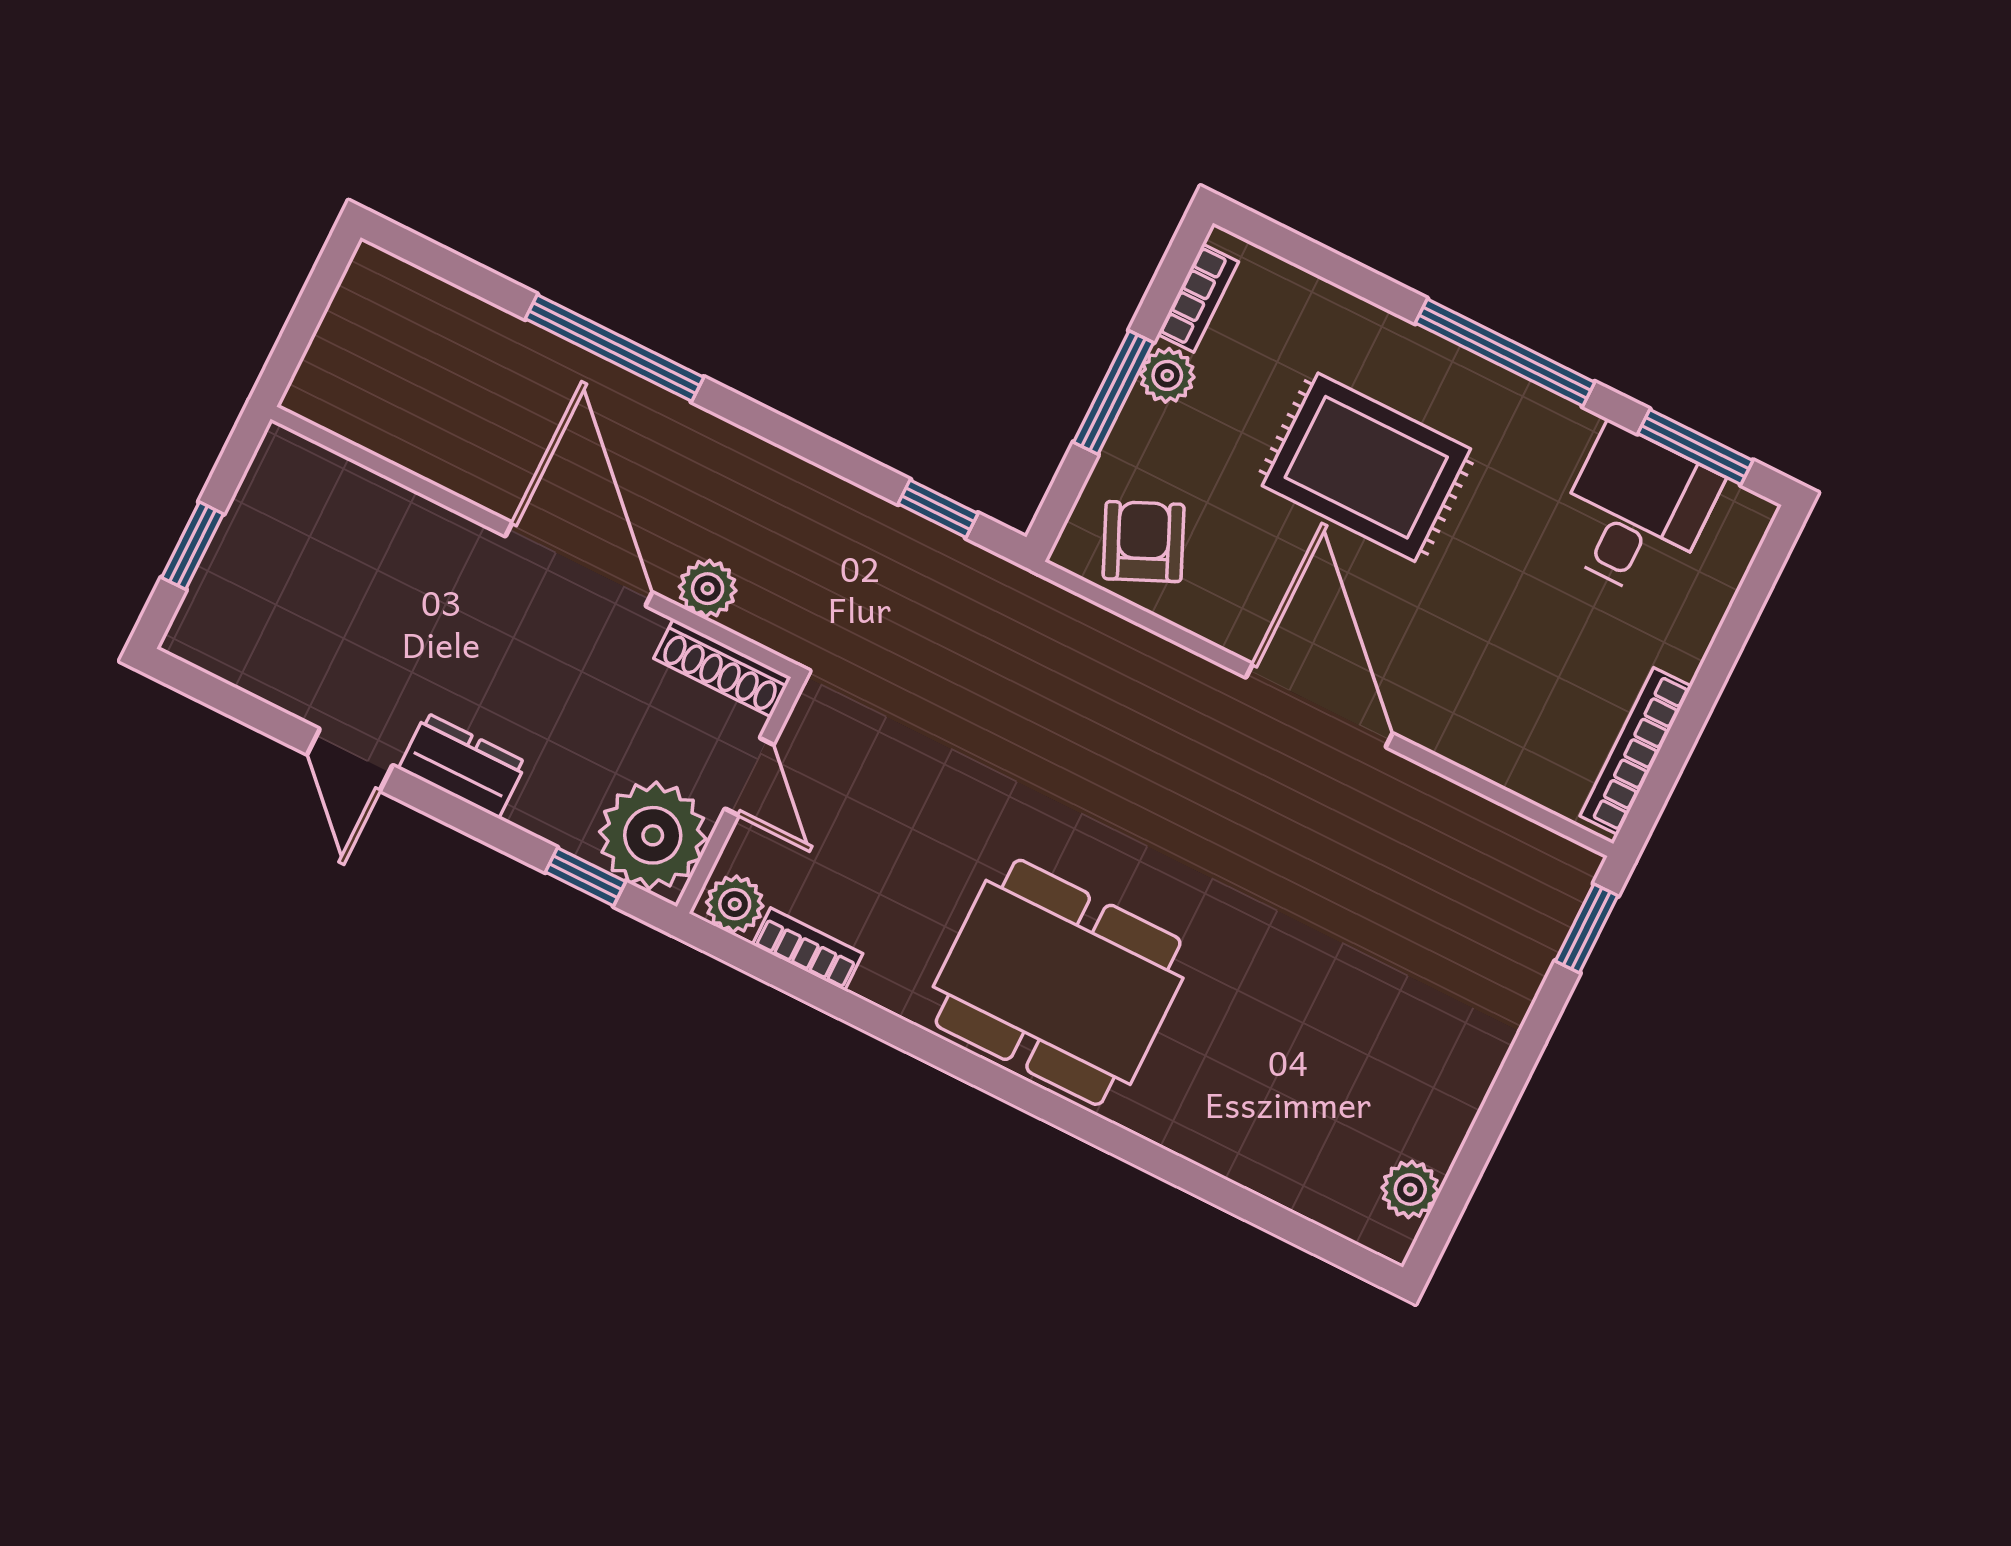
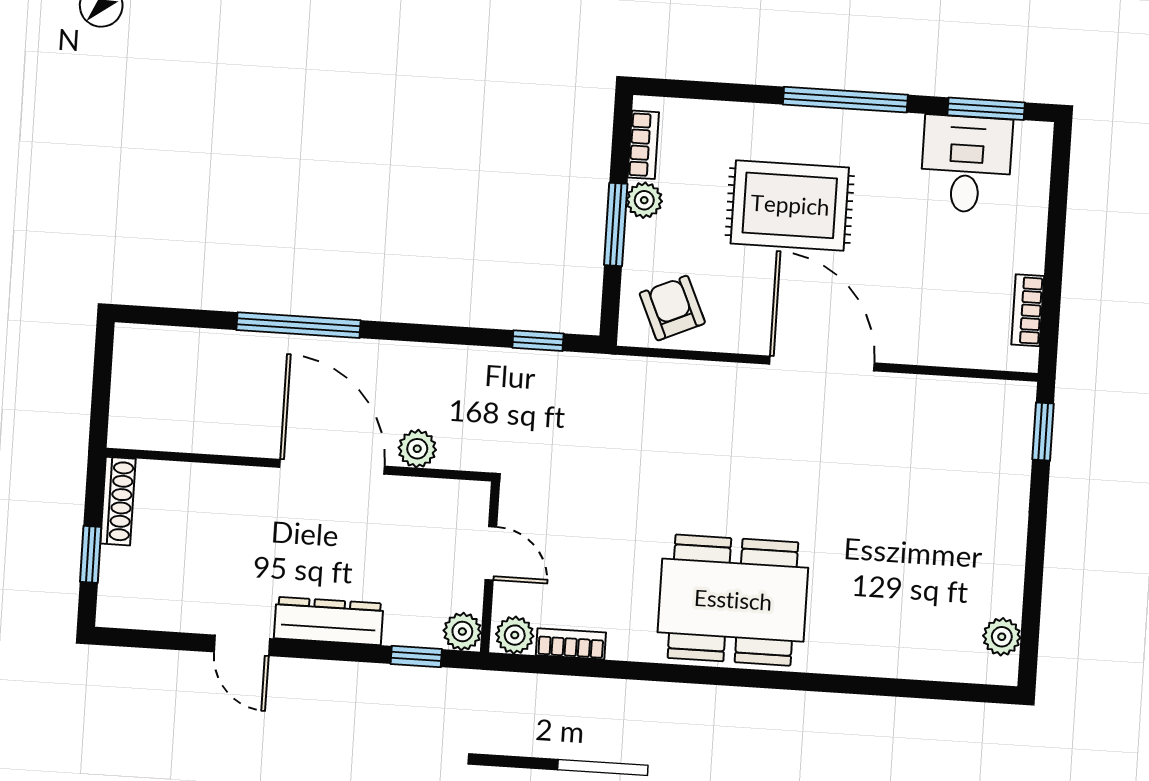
shoe rack: (722, 668) -> (118, 501), moved, turned -90
bookcase: (1636, 751) -> (1028, 310), width x0.64
dresser: (462, 765) -> (329, 621), width x1.44
plant: (653, 835) -> (462, 632), width x0.53, depth x0.53

